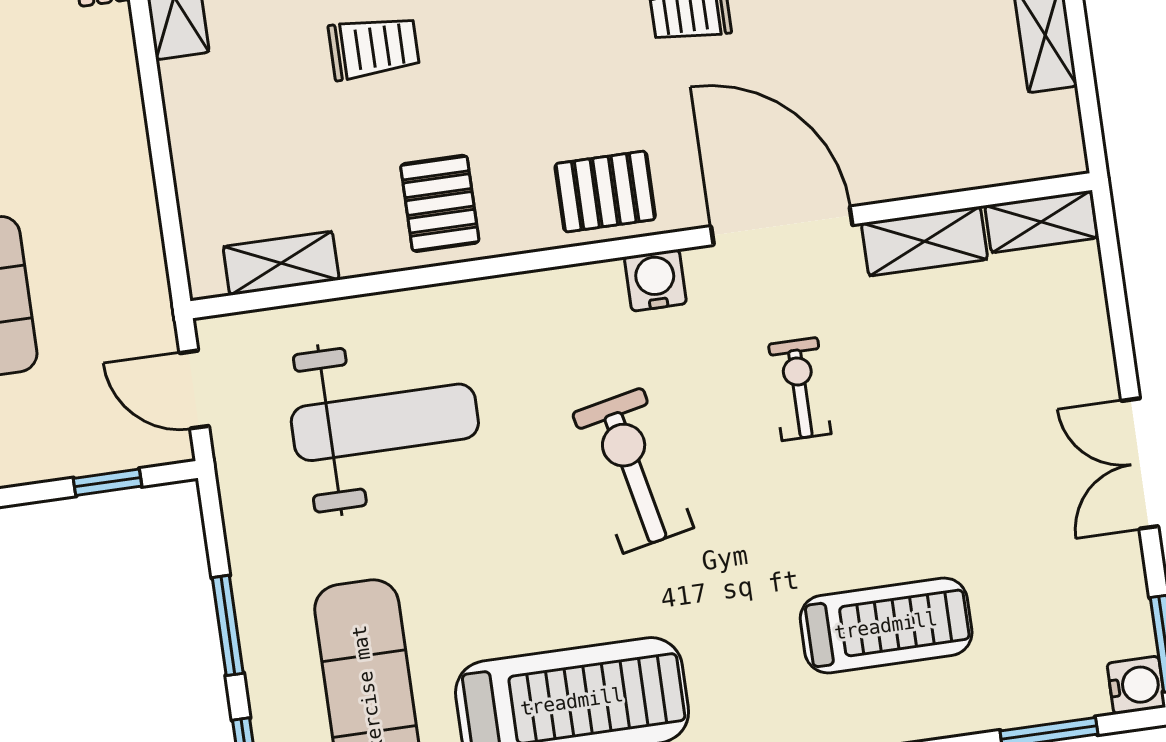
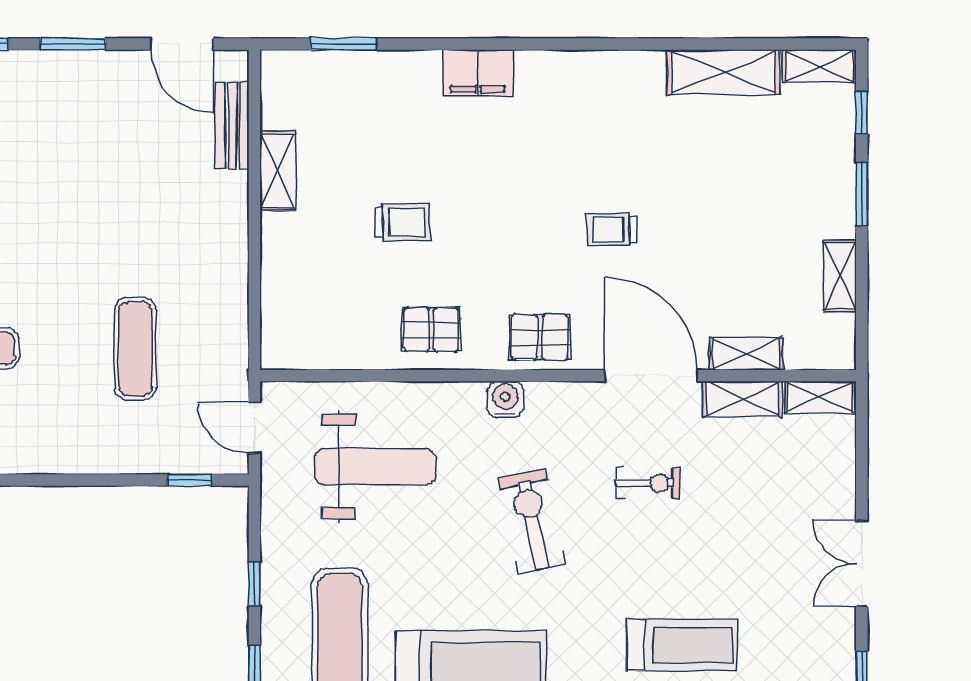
pallet: (440, 203) -> (431, 330), turned 90
shelving: (281, 263) -> (746, 354), moved
water cooler: (655, 280) -> (505, 399), moved
exercise bike: (800, 389) -> (648, 483), turned 90
window: (228, 625) -> (254, 584), width x0.67

